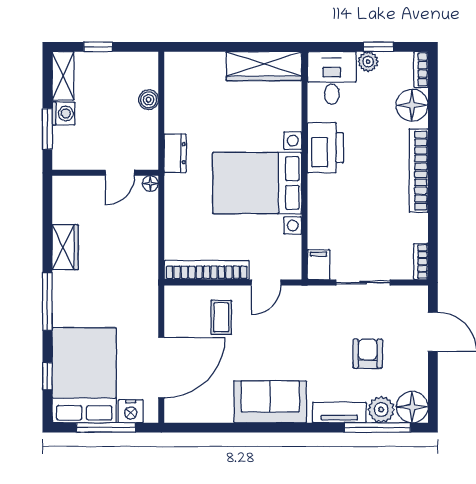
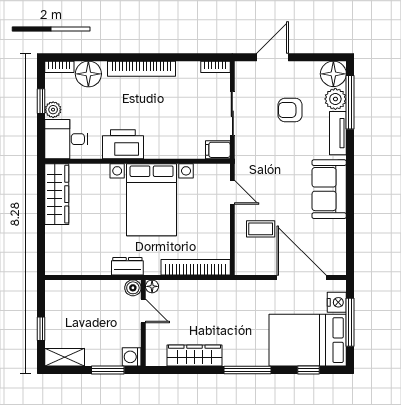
boiler: (149, 100) -> (133, 288), moved
washing machine: (64, 113) -> (132, 357), moved, turned -90
wardrobe: (65, 247) -> (195, 356), width x1.50
bookcase: (207, 270) -> (196, 267), moved, turned 90

